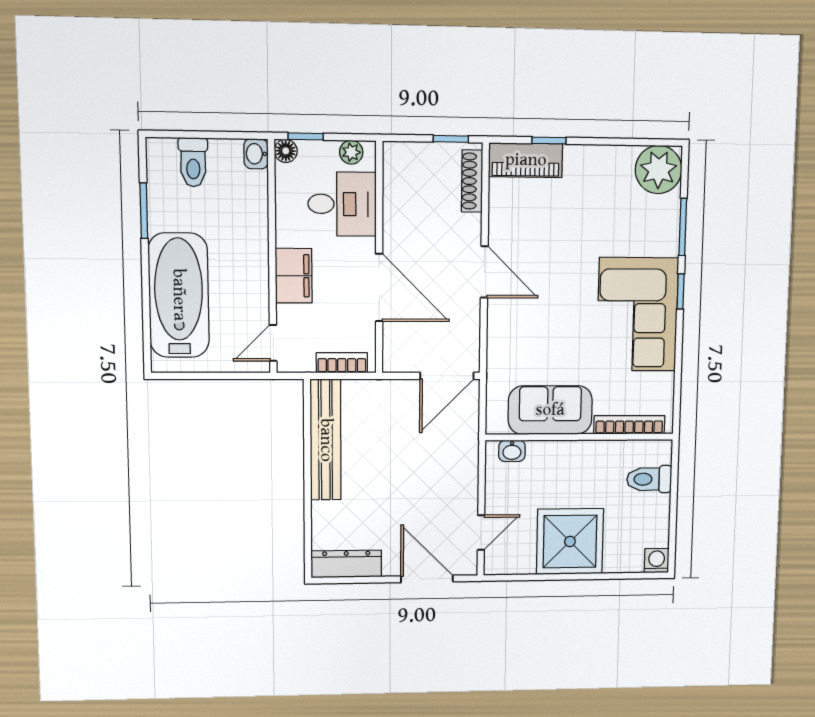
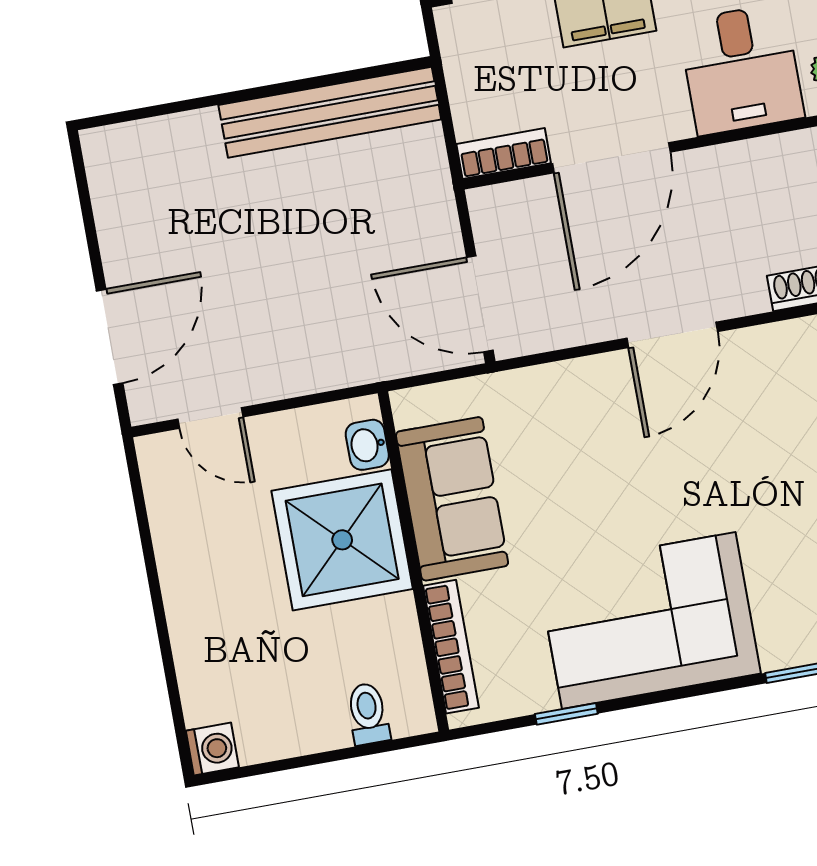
window: (681, 291) -> (566, 714), moved
bookcase: (342, 363) -> (504, 154), moved, turned -90
toilet: (649, 479) -> (368, 714), width x0.73, depth x0.72
shower: (570, 541) -> (342, 540), moved
dresser: (346, 564) -> (113, 188), removed

